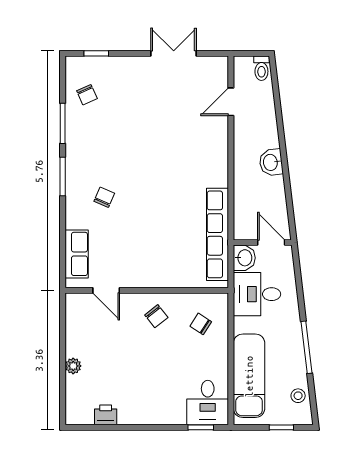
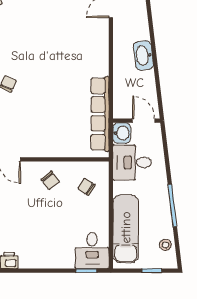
washbasin: (271, 162) -> (143, 56), width x1.38

